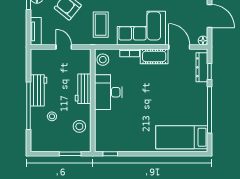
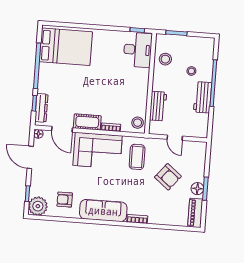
tv unit: (36, 31) -> (201, 155), removed
workbench: (83, 89) -> (158, 106), moved
desk: (108, 92) -> (138, 50), moved
bed: (182, 137) -> (66, 47), width x1.50

